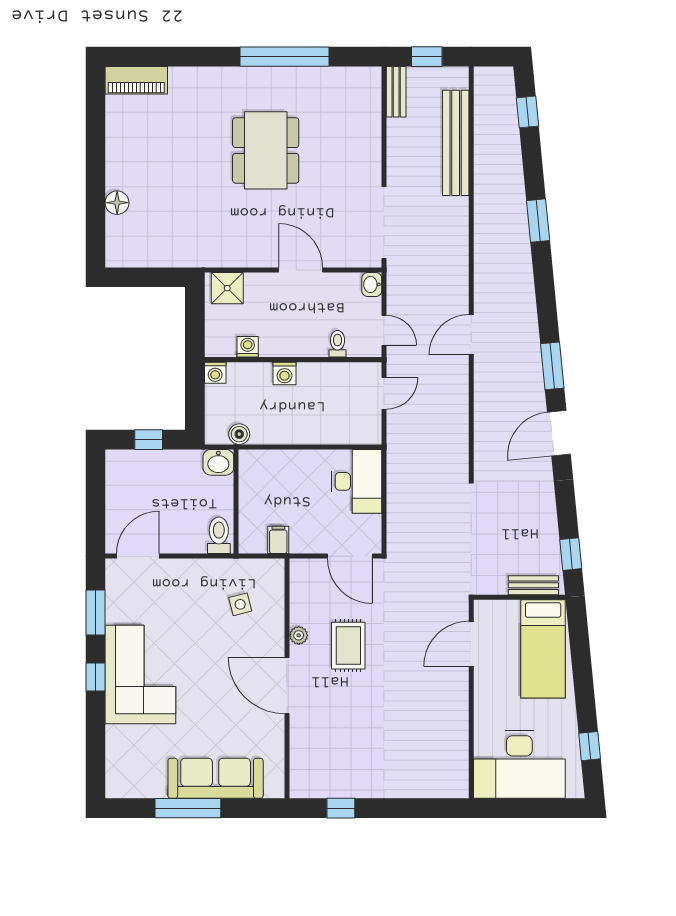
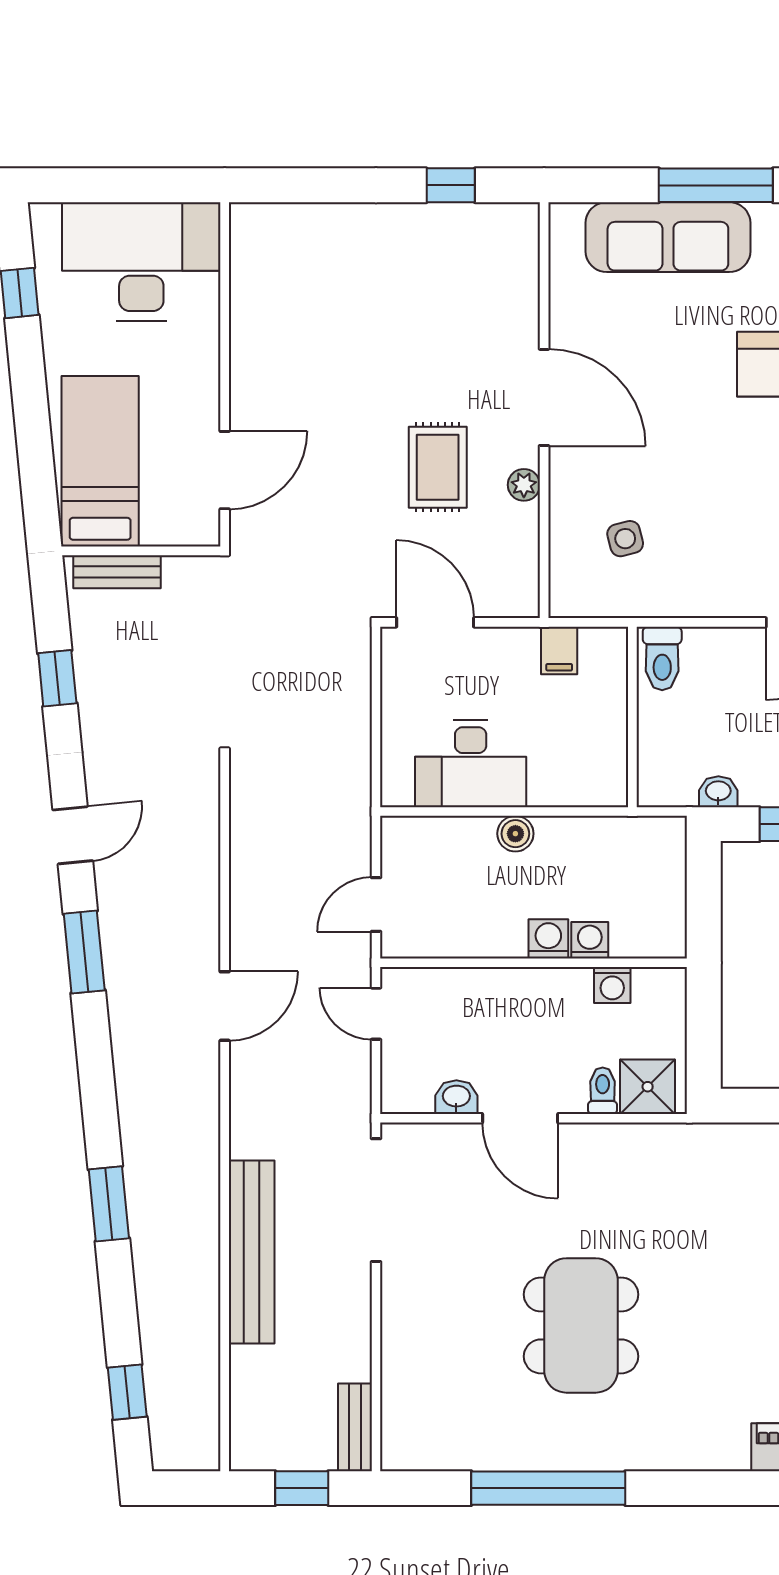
bench: (456, 143) -> (252, 1252), moved
washbasin: (372, 284) -> (456, 1097), moved, turned -90
toilet: (337, 344) -> (603, 1091), moved, turned 180
washing machine: (215, 373) -> (590, 940), moved
door: (559, 433) -> (73, 835), width x0.73
boiler: (239, 434) -> (515, 834), moved
washbasin: (218, 462) -> (718, 792), moved, width x0.72, depth x0.69
desk: (356, 481) -> (471, 764), moved, turned -90
window: (571, 554) -> (57, 678), moved

